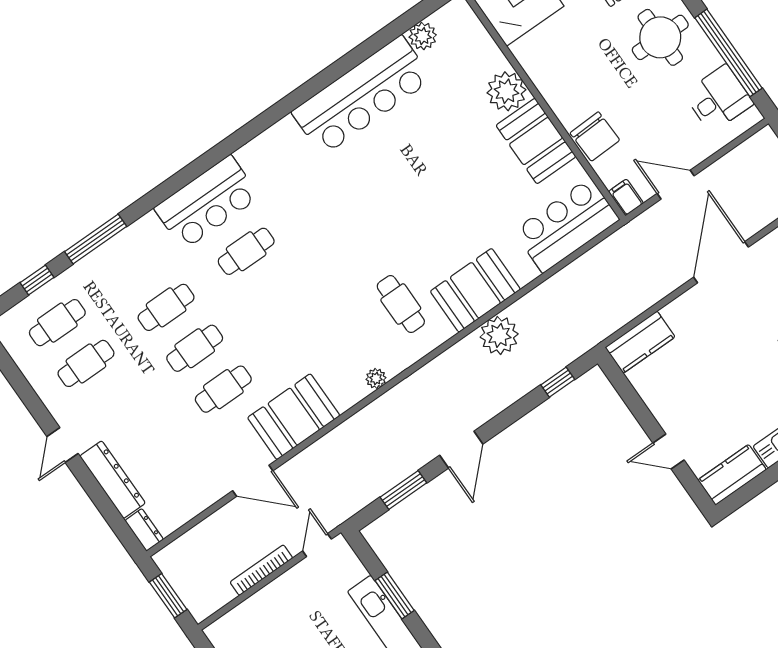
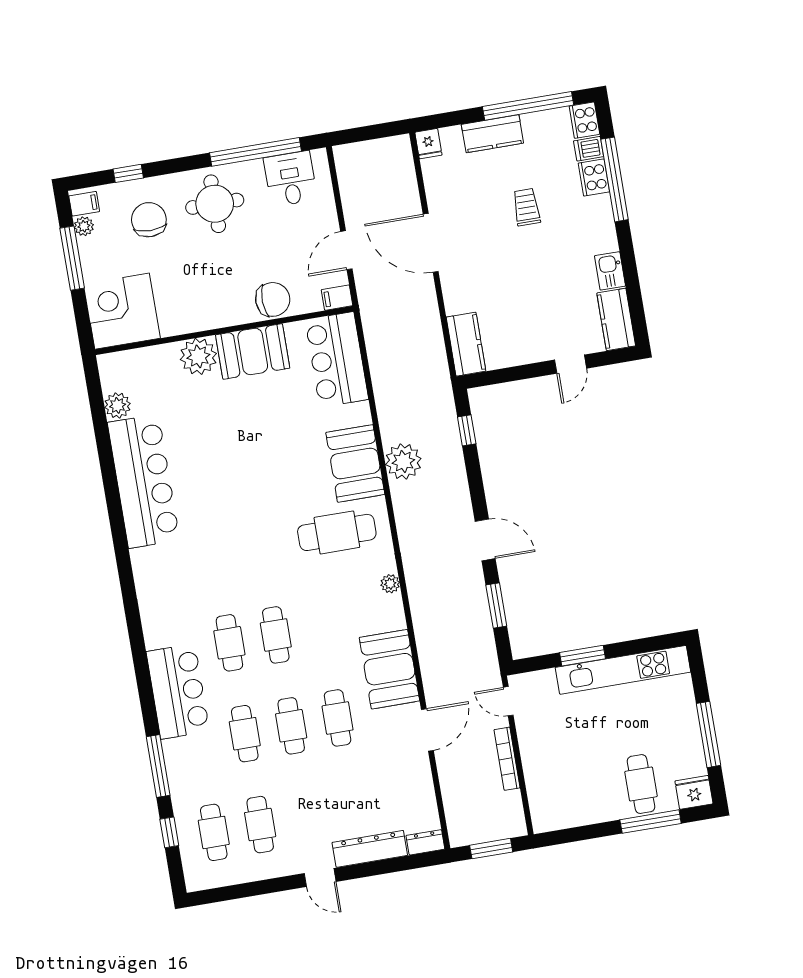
bar counter: (207, 202) -> (178, 691), moved
cafe table: (275, 292) -> (276, 635), added
cafe table: (401, 304) -> (337, 532), width x1.37, depth x1.35

